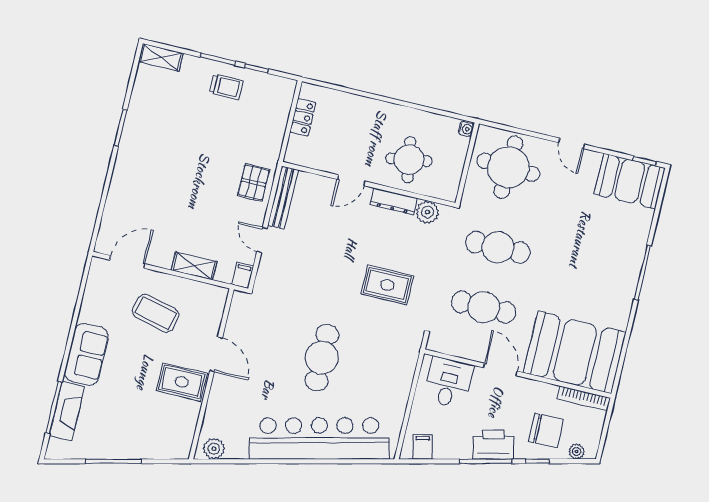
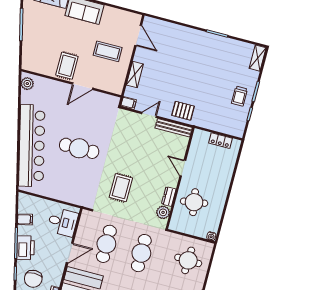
round table: (508, 167) -> (188, 260), width x0.73, depth x0.73
dresser: (394, 201) -> (169, 197), width x0.70
coffee table: (156, 313) -> (108, 51), turned 76
filing cabinet: (423, 447) -> (25, 219), moved

